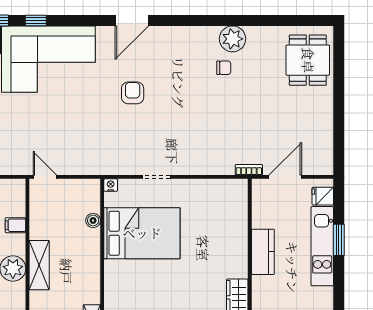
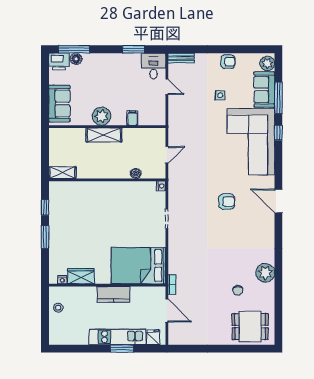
chair: (224, 68) -> (238, 290), moved
door: (45, 177) -> (167, 155), moved
bed: (142, 233) -> (138, 266), moved, turned 90

